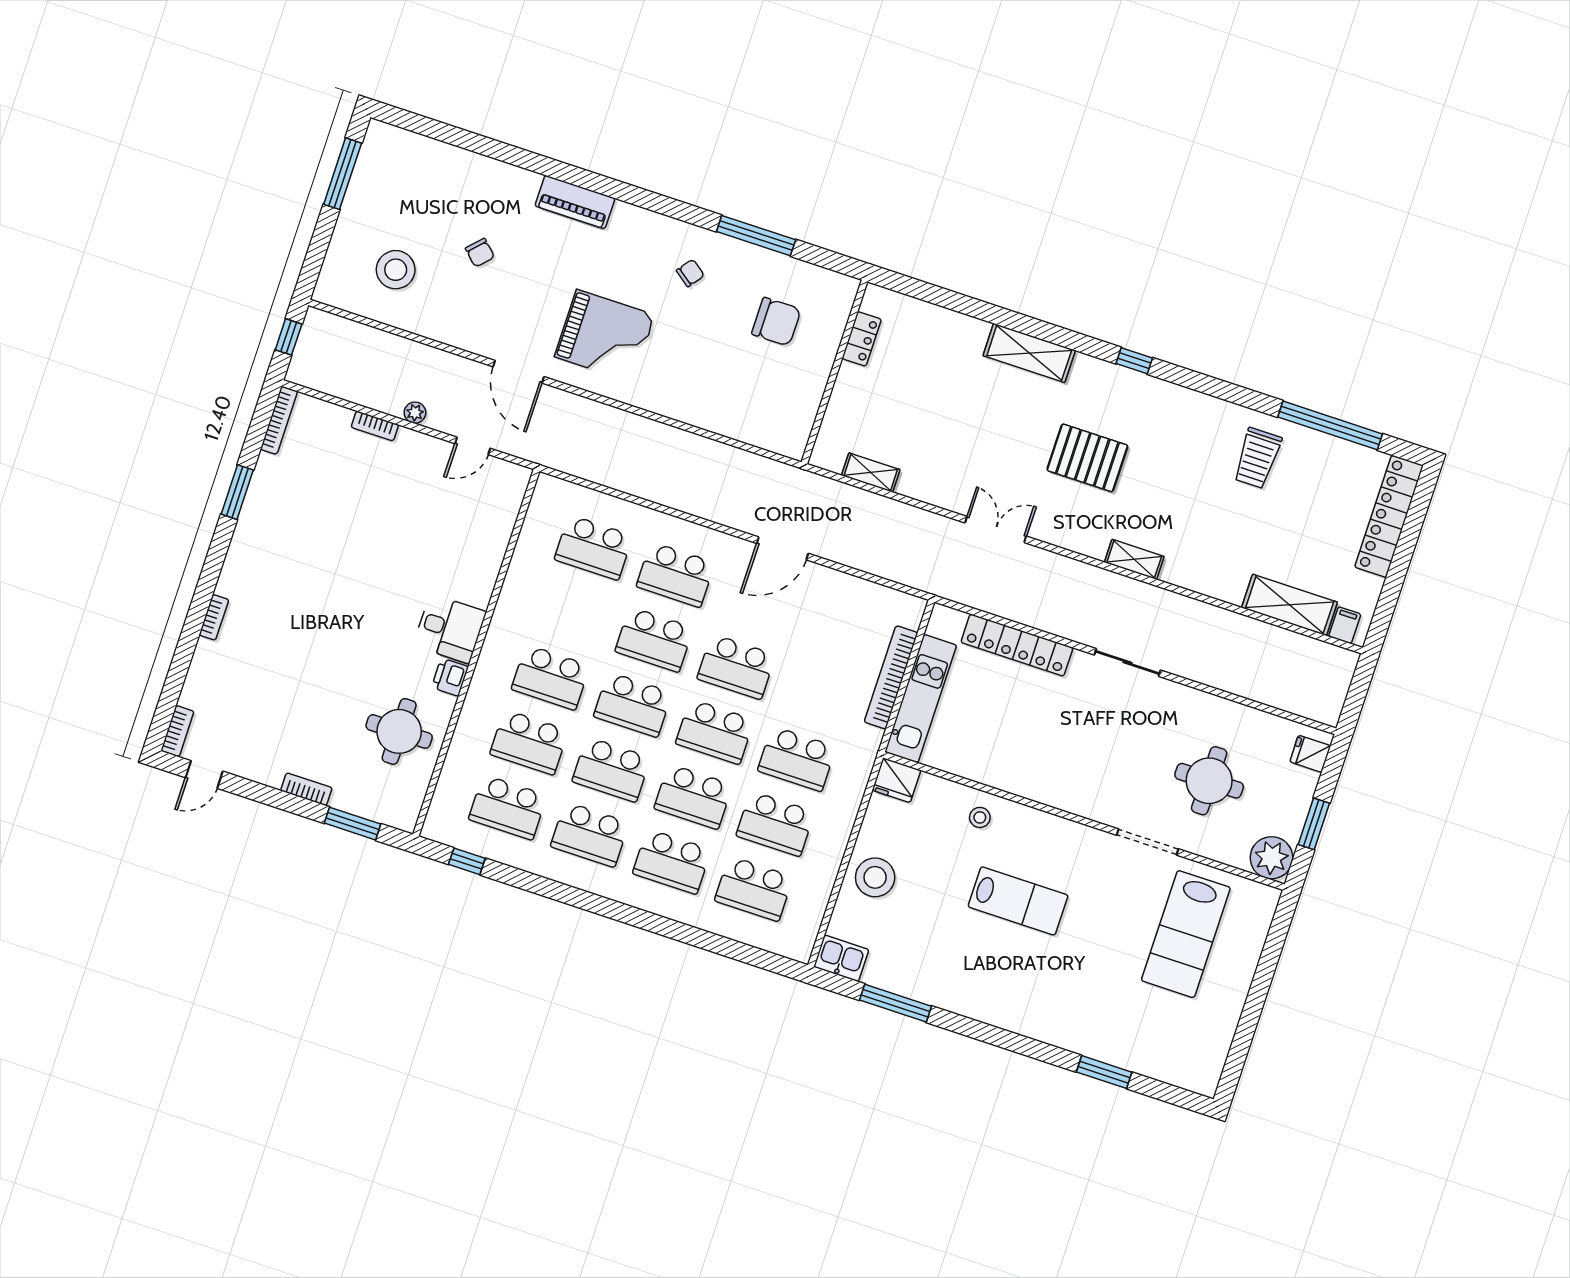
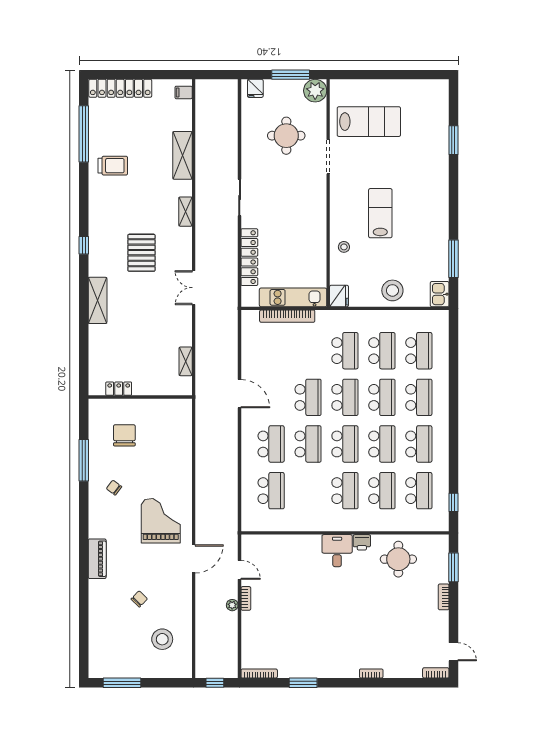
bookcase: (375, 426) -> (246, 598), moved
shelving: (1290, 605) -> (183, 155), moved
window: (1314, 824) -> (291, 75), width x1.44

